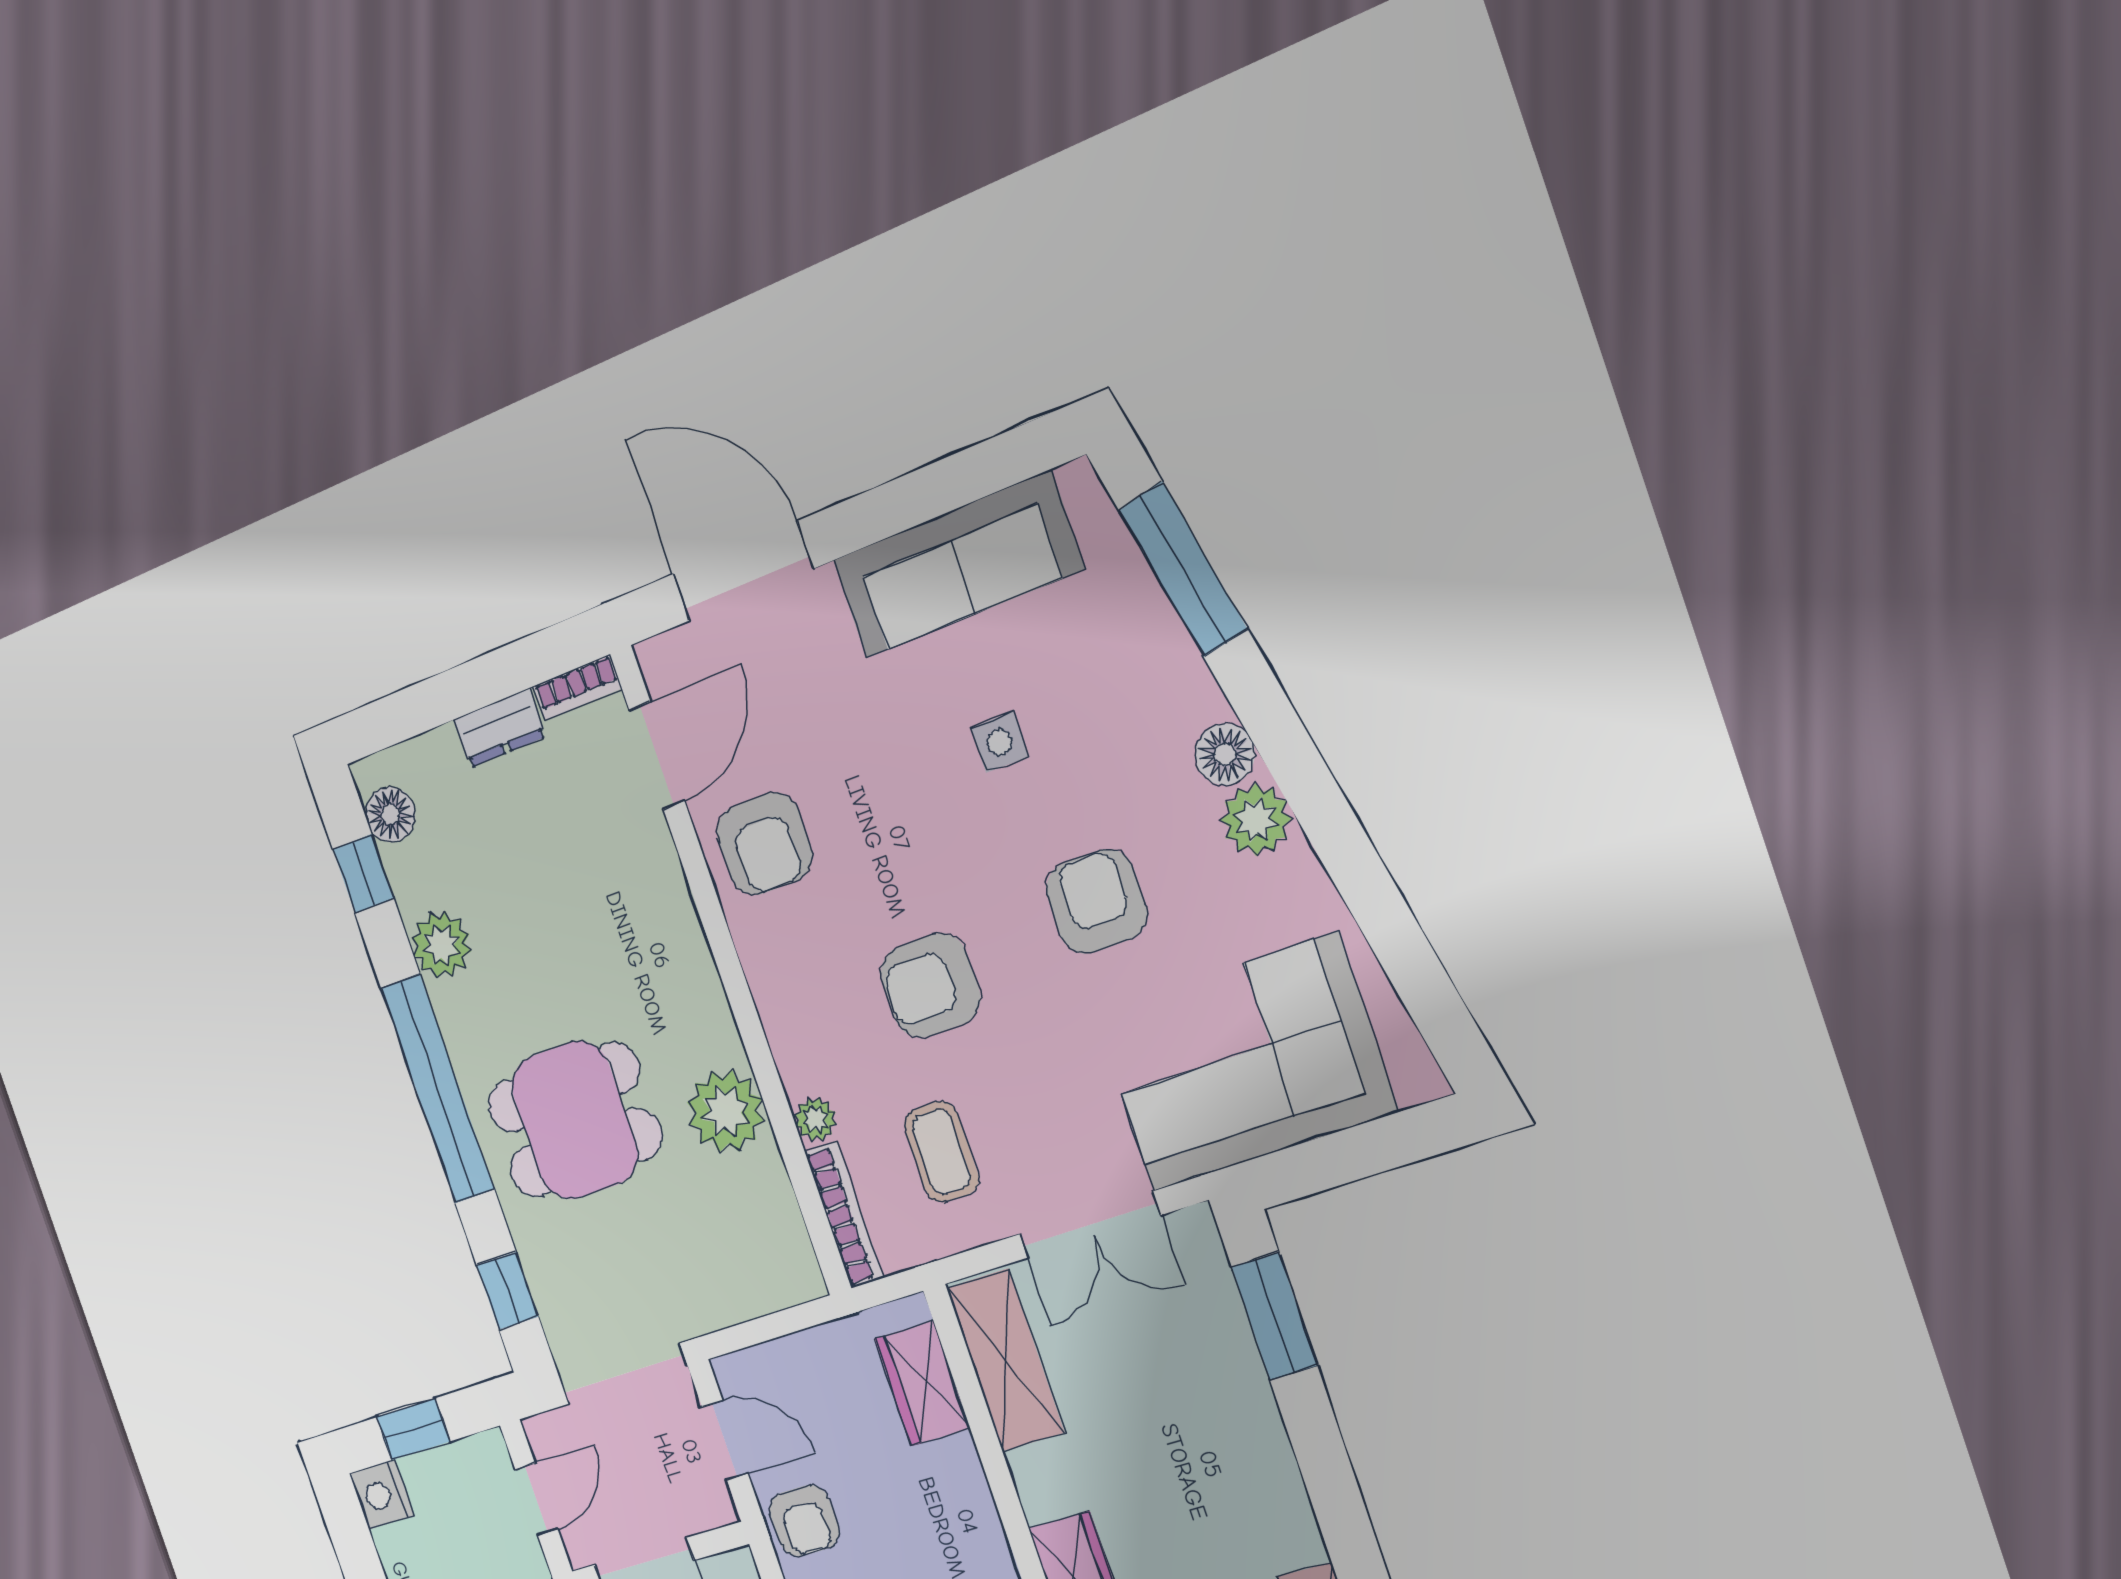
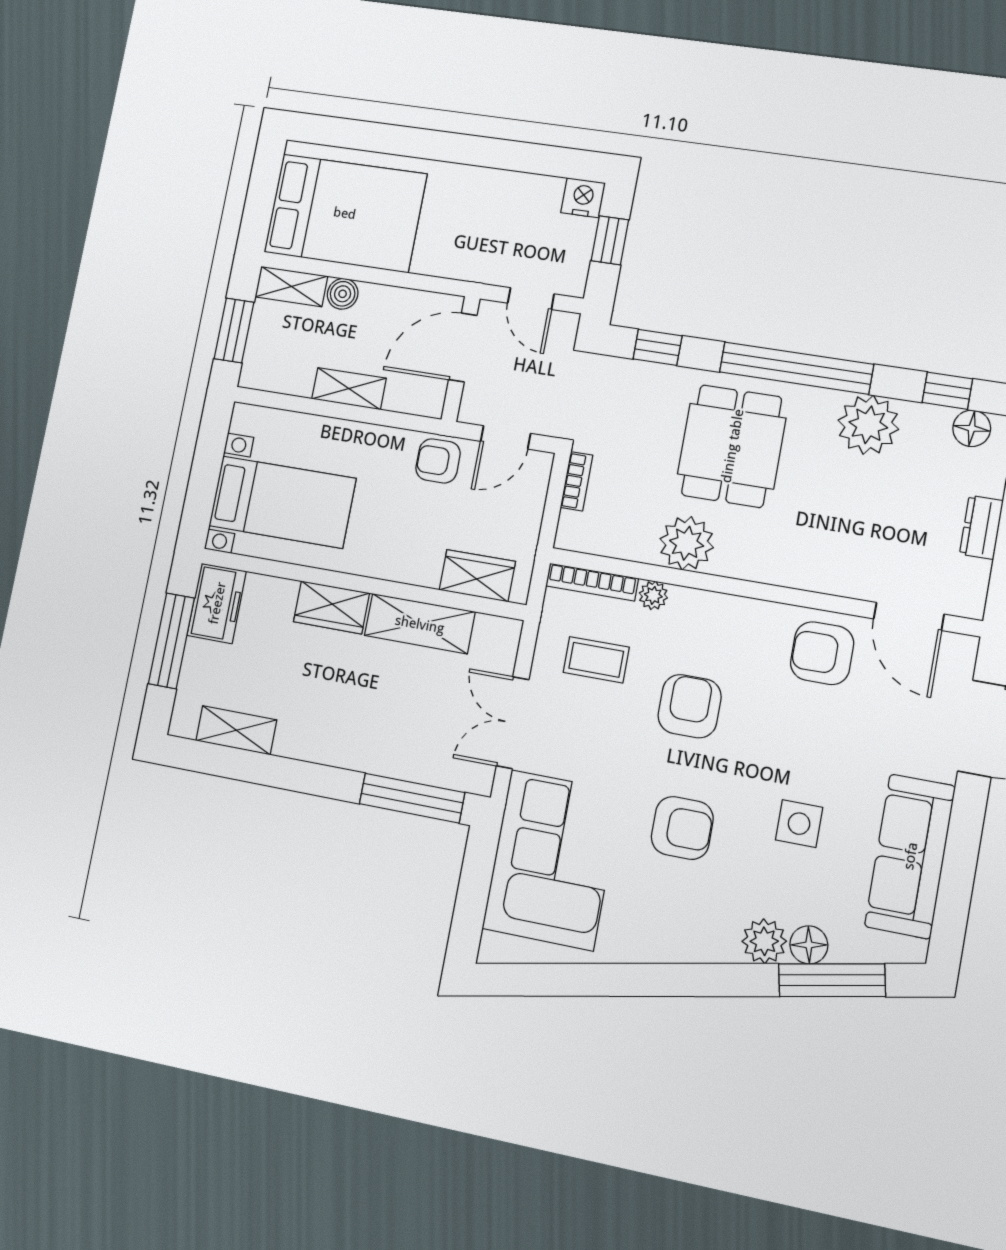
bookcase: (578, 687) -> (577, 481), moved, turned 180
side table: (1000, 742) -> (799, 824), width x1.37, depth x1.37
floor lamp: (1225, 754) -> (809, 945), moved
plant: (1256, 820) -> (764, 941), moved
plant: (441, 945) -> (868, 425), width x1.36, depth x1.36
window: (1274, 1316) -> (412, 798), width x1.44
shelving: (1005, 1360) -> (420, 624), moved

